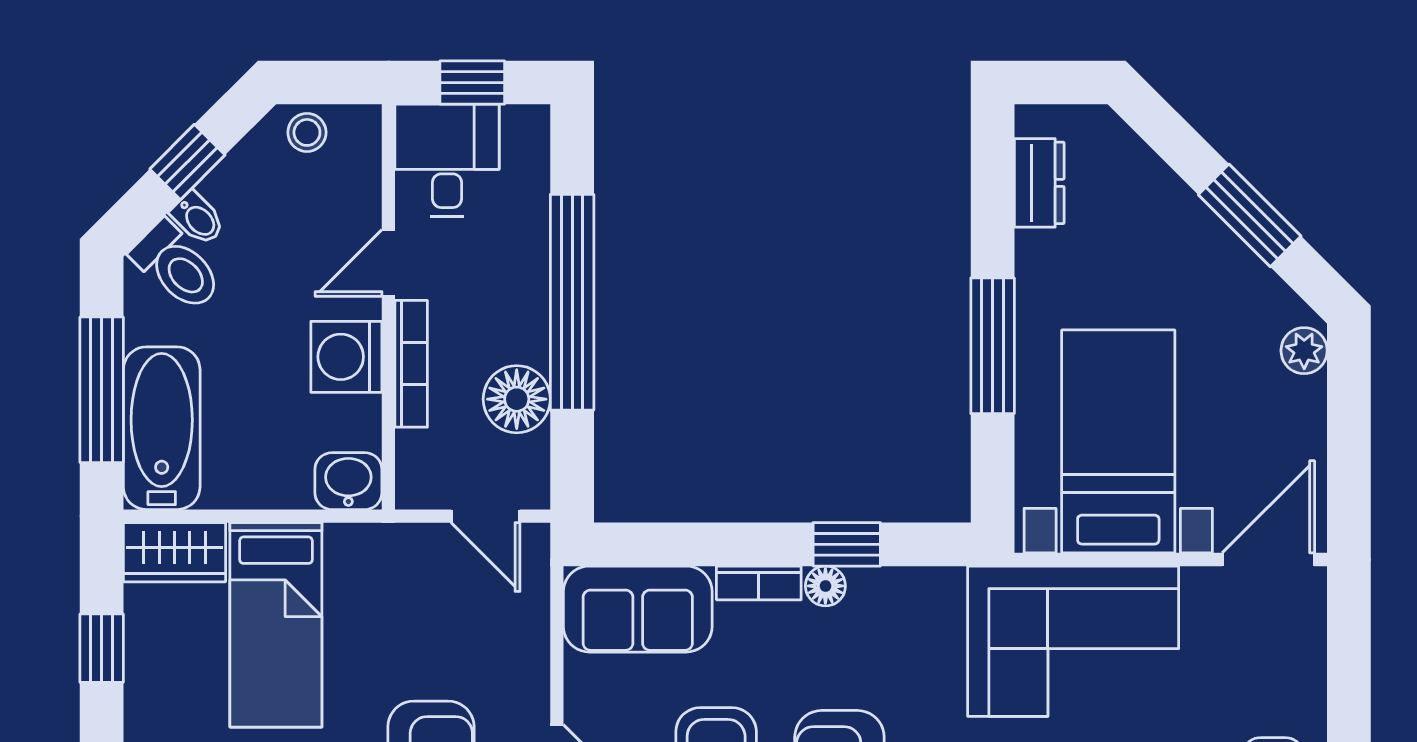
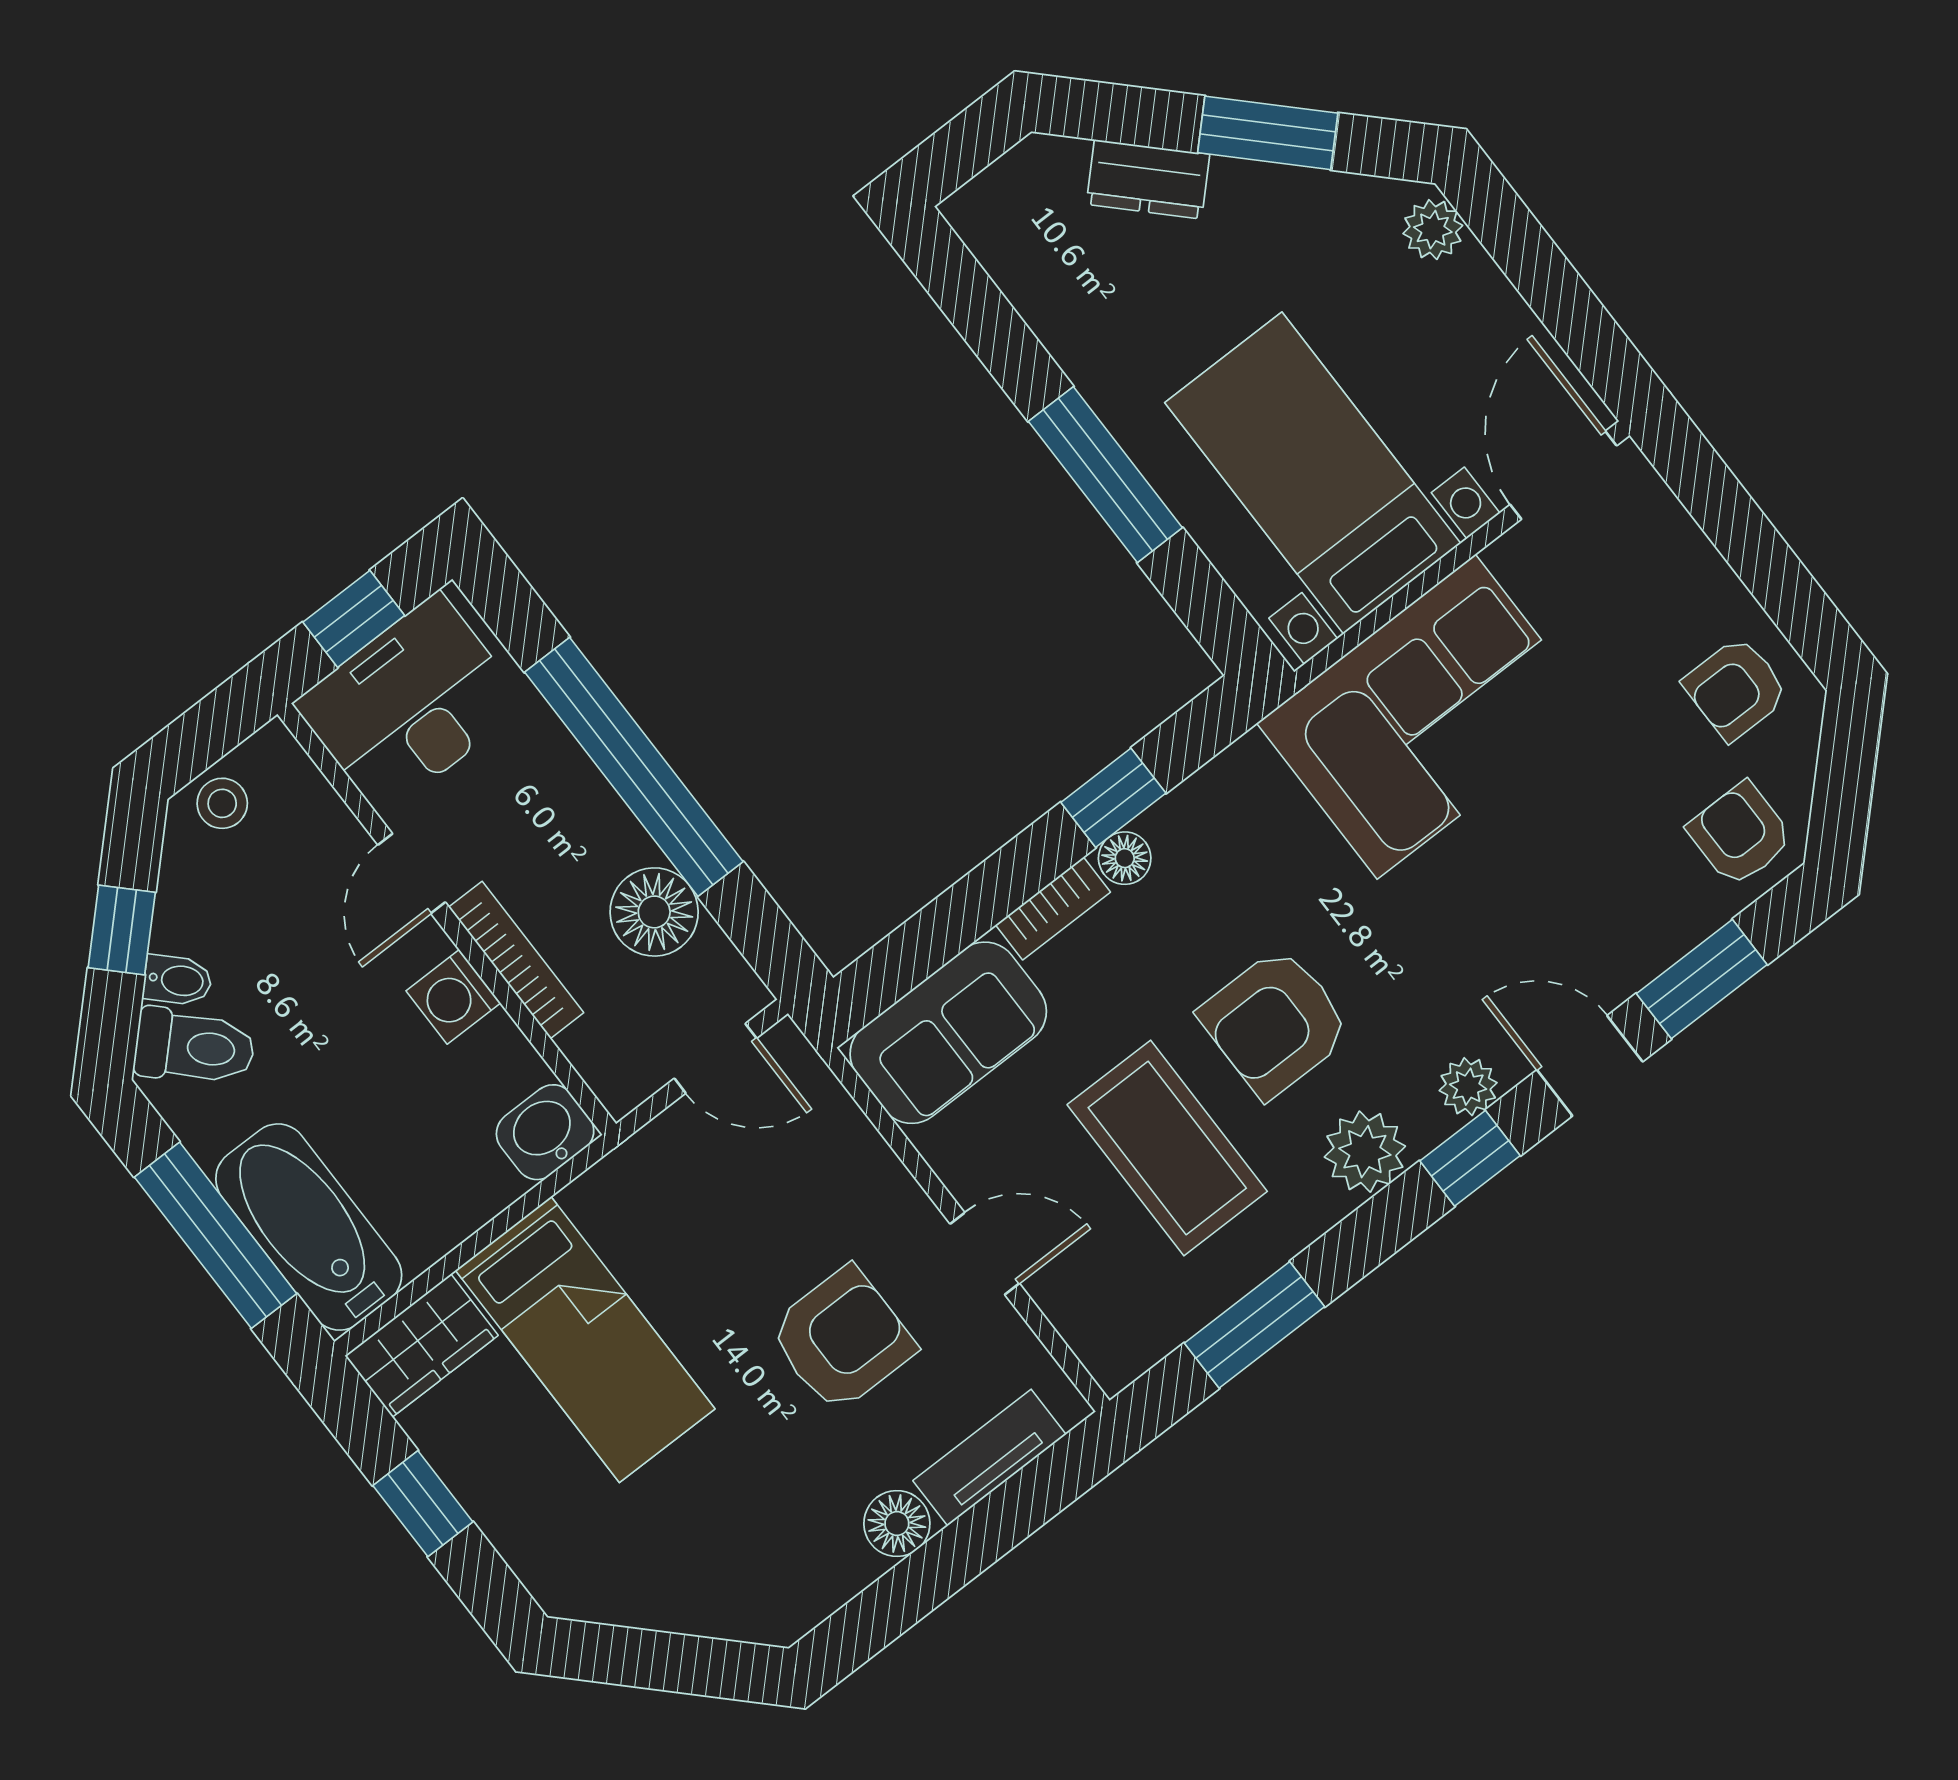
desk: (447, 160) -> (410, 704), width x1.37
dresser: (1039, 183) -> (1148, 179), moved, turned 135
washing machine: (346, 357) -> (453, 997), width x0.73, depth x0.73

